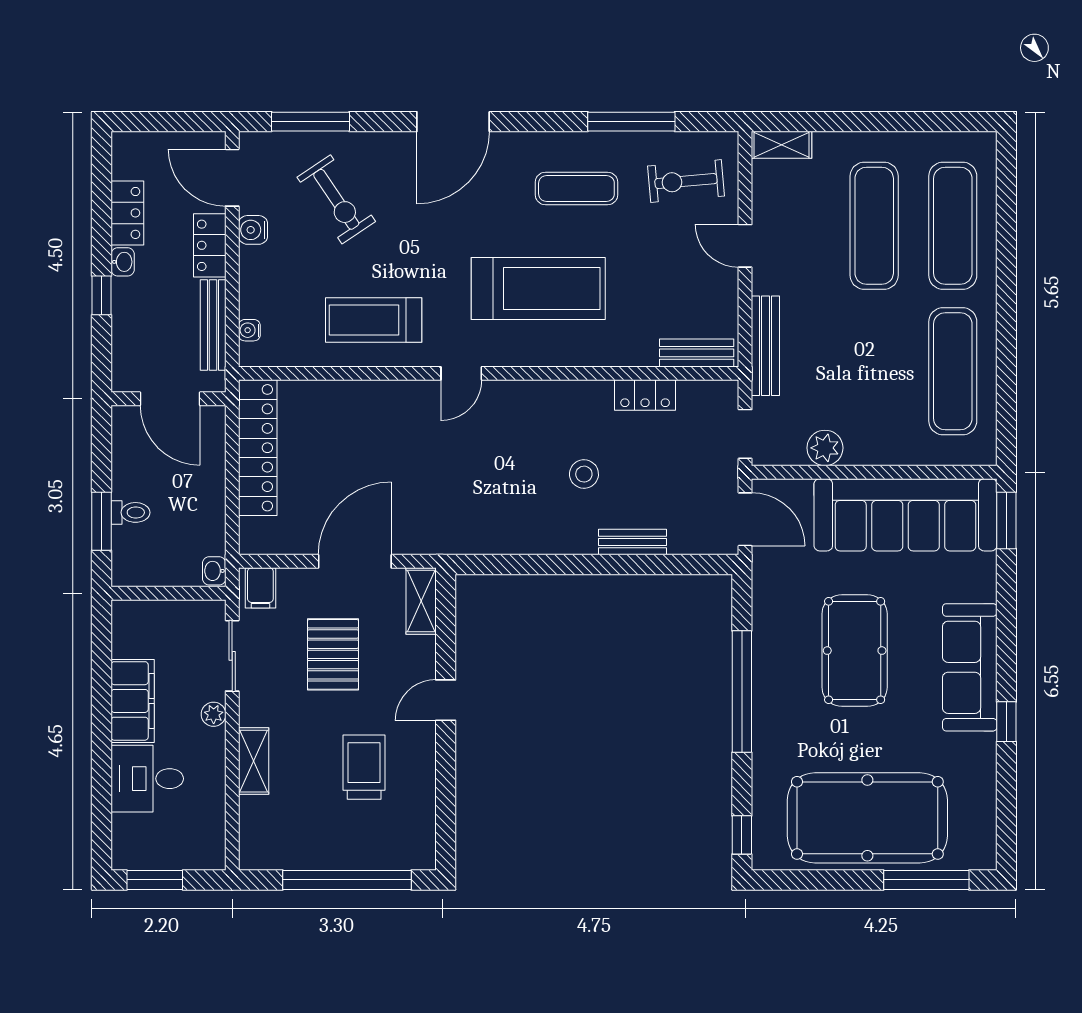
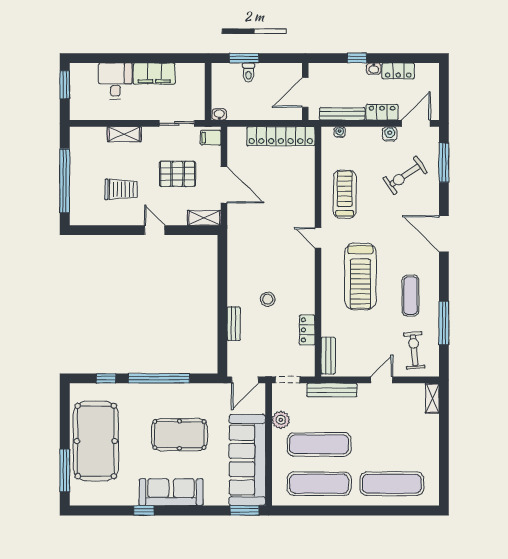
exercise mat: (874, 226) -> (319, 444), moved
plant: (214, 714) -> (148, 114), removed
window: (742, 835) -> (106, 378), moved

